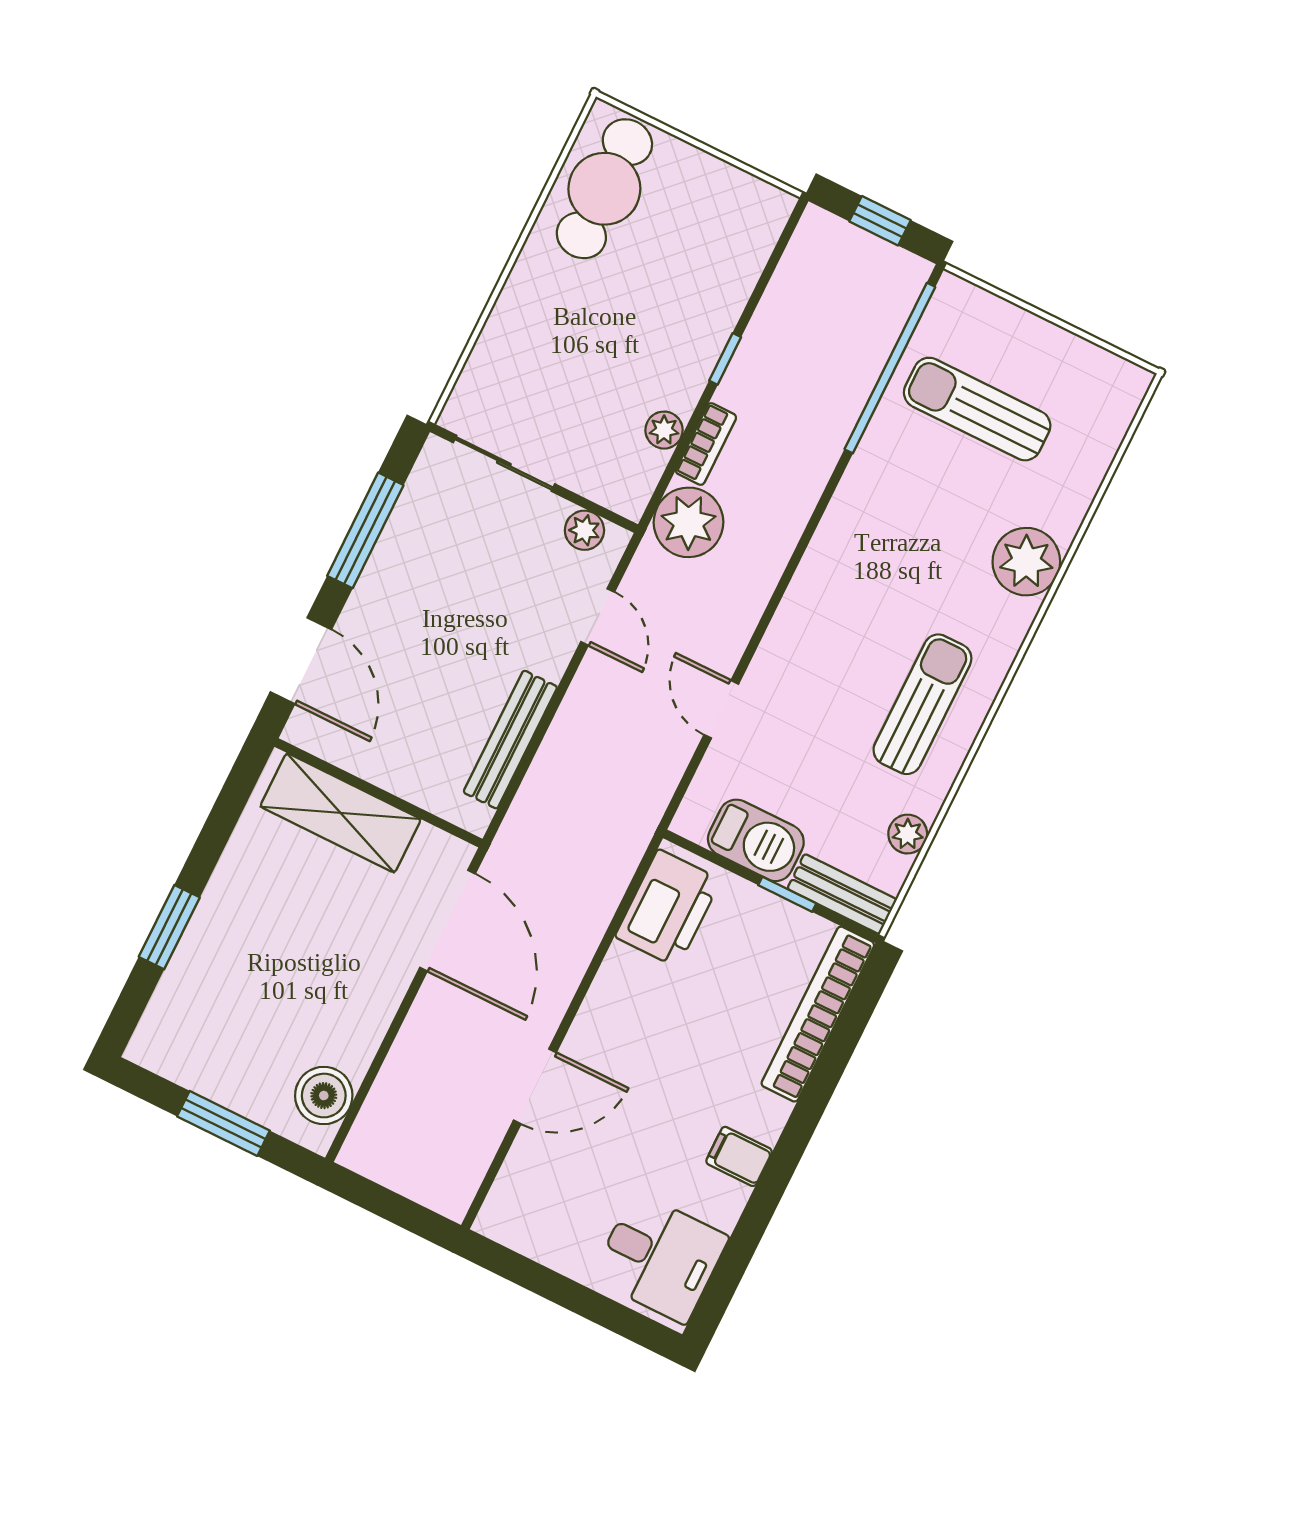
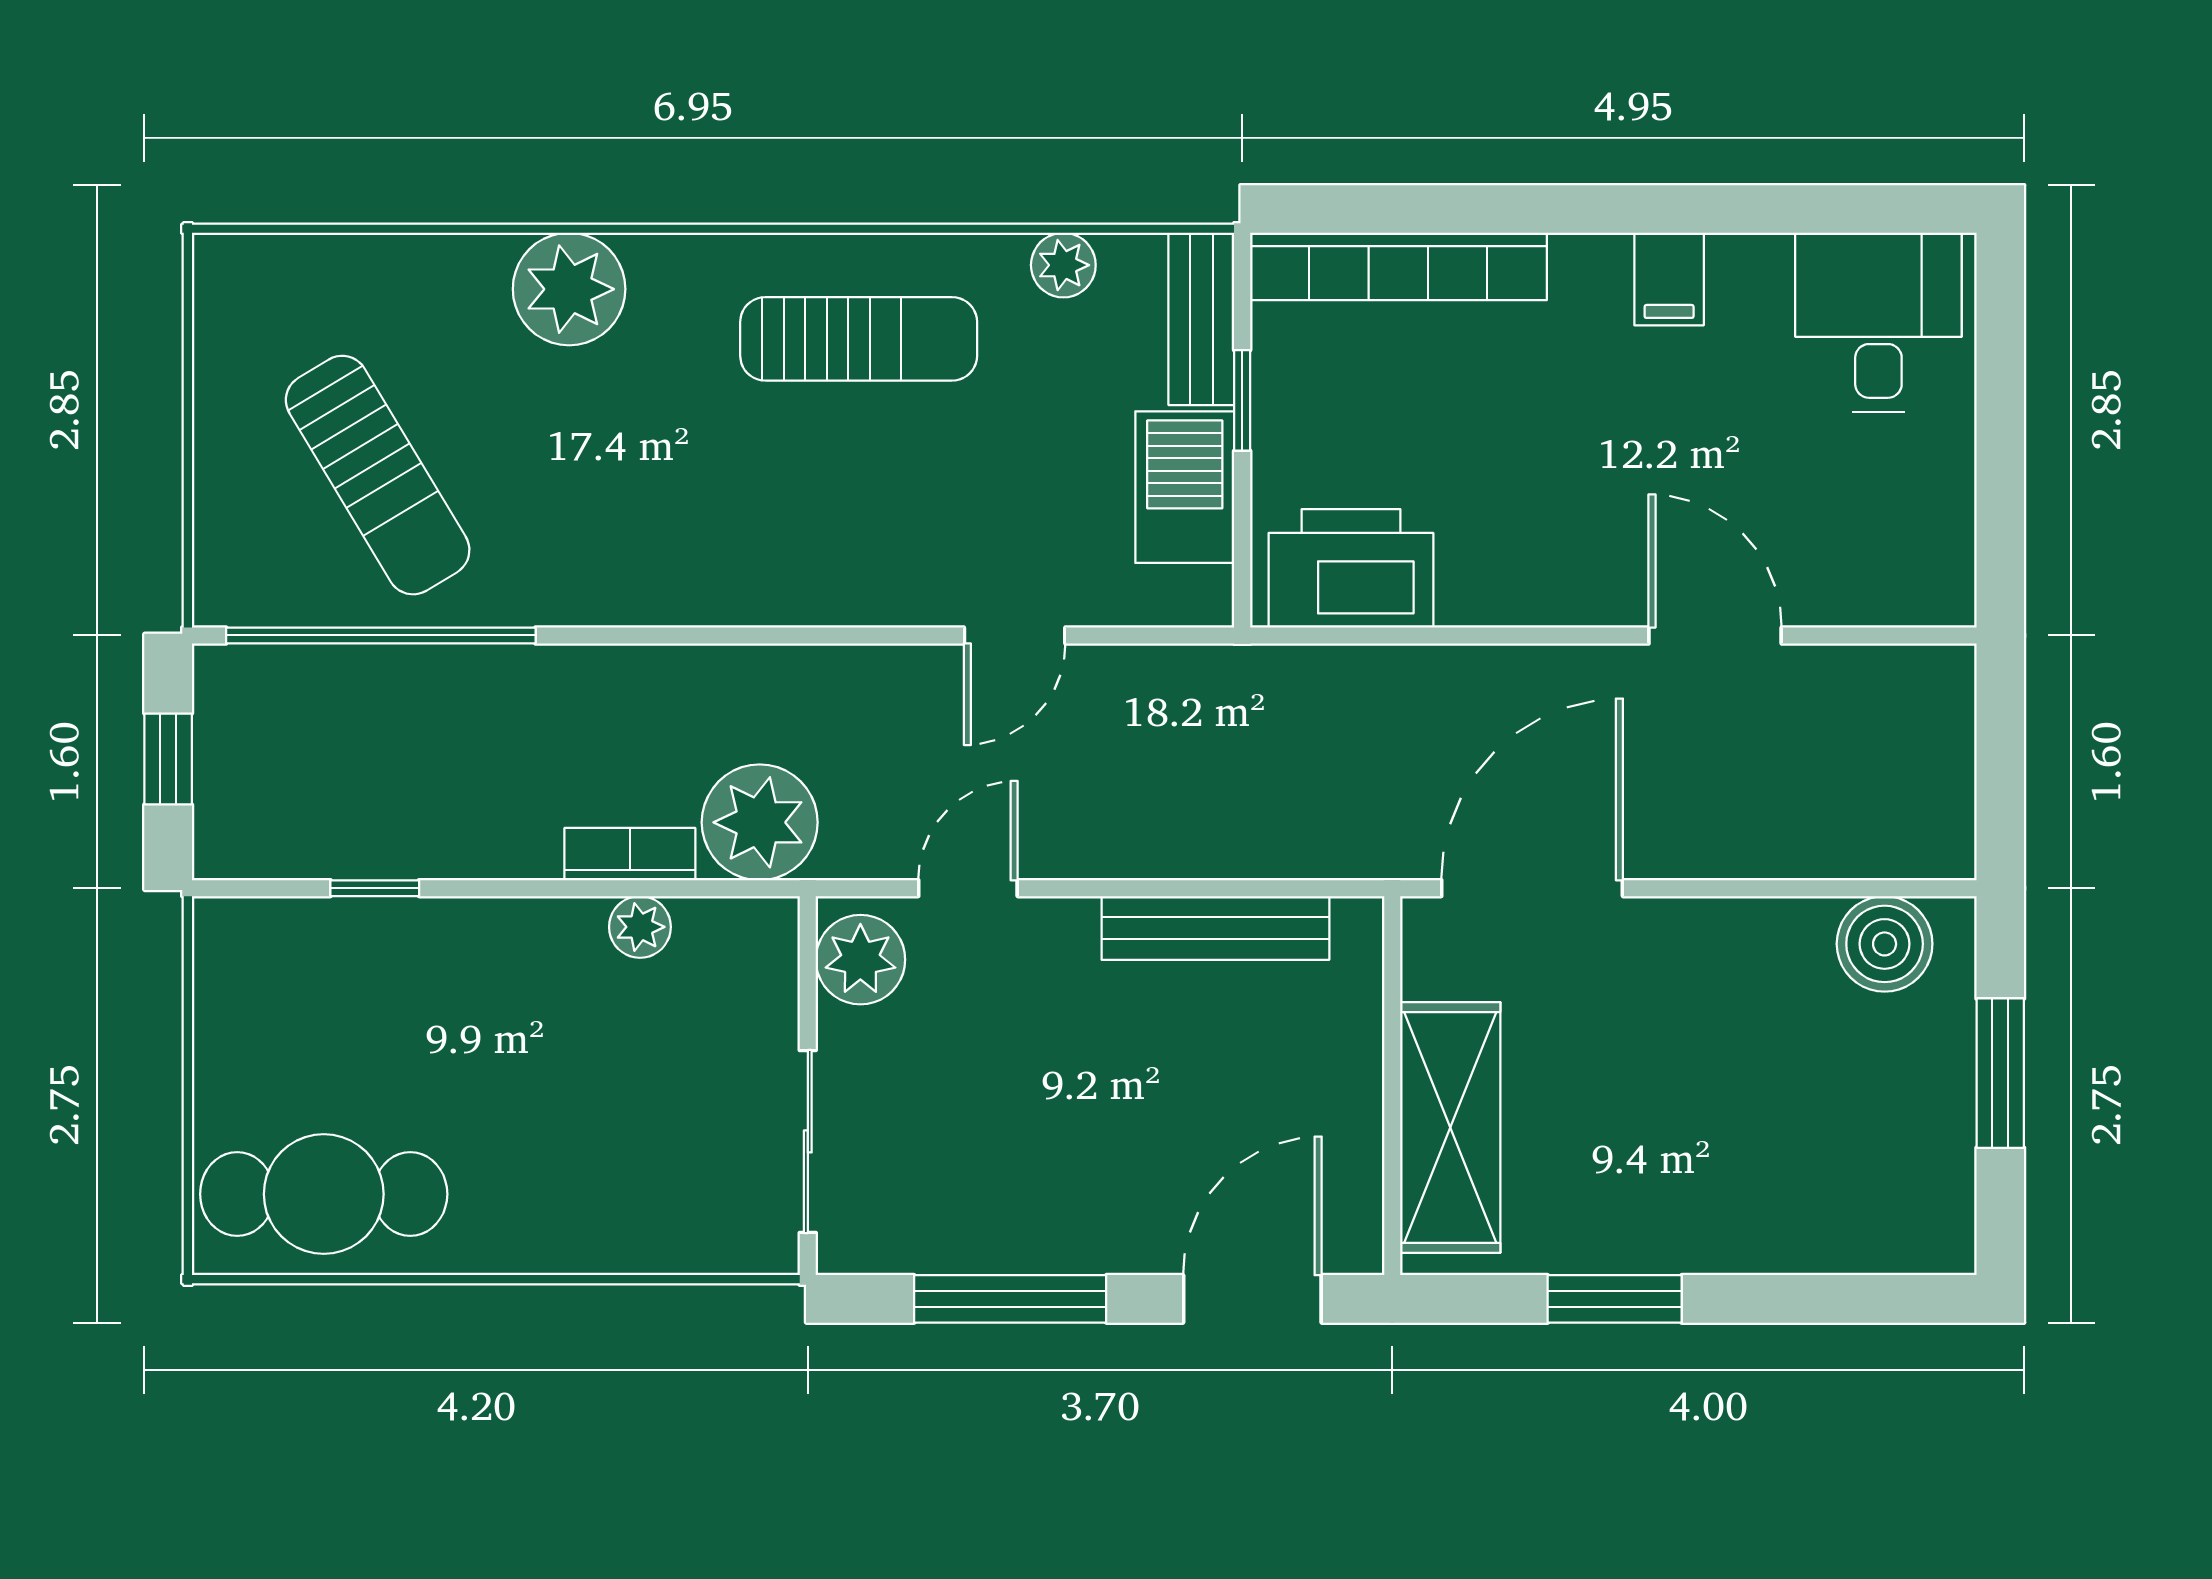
window: (725, 359) -> (375, 888), moved
sun lounger: (977, 409) -> (378, 475), turned -31
plant: (584, 530) -> (860, 960), width x1.38, depth x1.38
sun lounger: (922, 704) -> (859, 339), turned 180
window: (169, 927) -> (1615, 1299), moved

